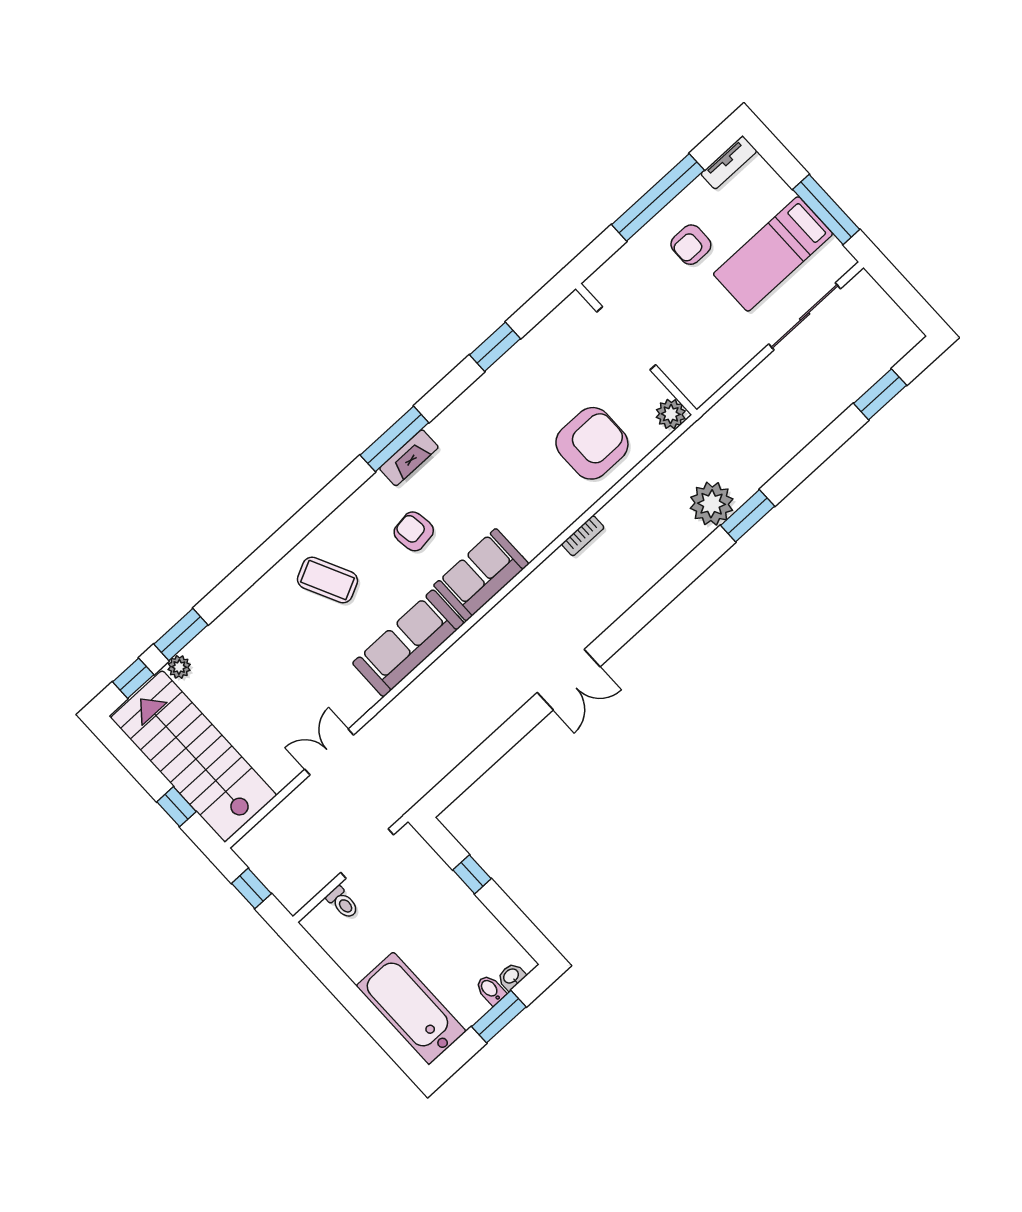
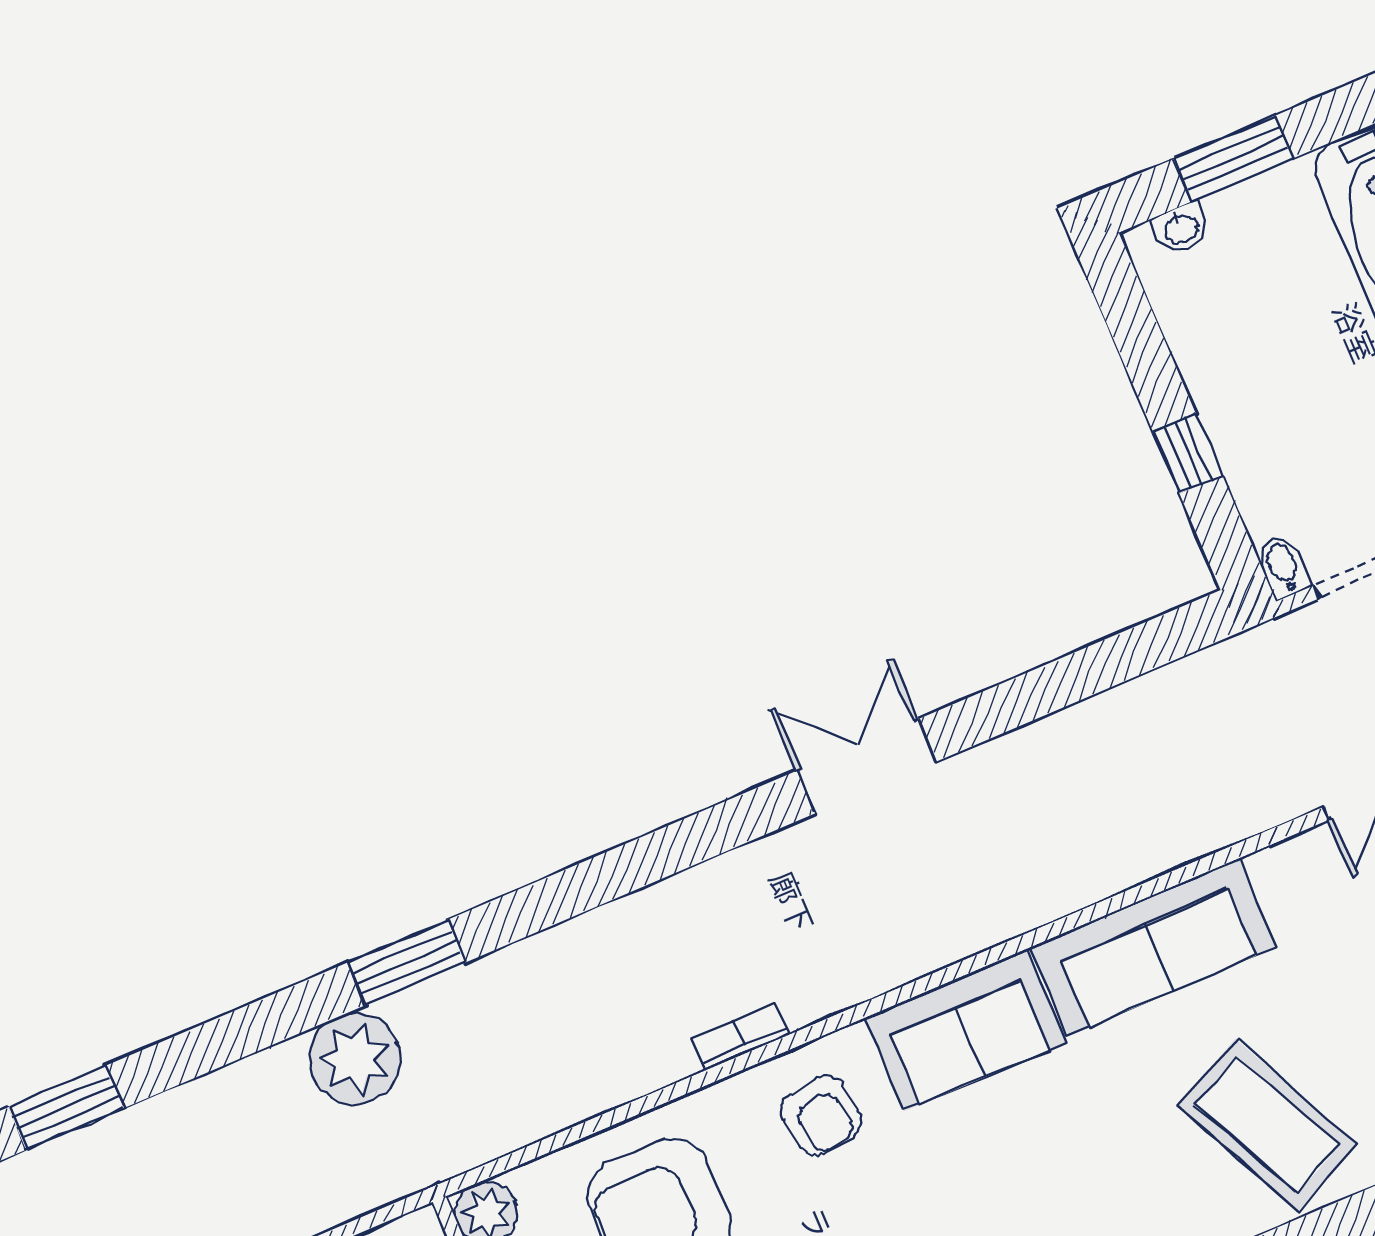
plant: (712, 504) -> (355, 1059), moved
armchair: (414, 531) -> (821, 1115), moved
coffee table: (327, 580) -> (1267, 1125), width x1.36, depth x1.32
bidet: (491, 990) -> (1283, 567), moved, turned 180

